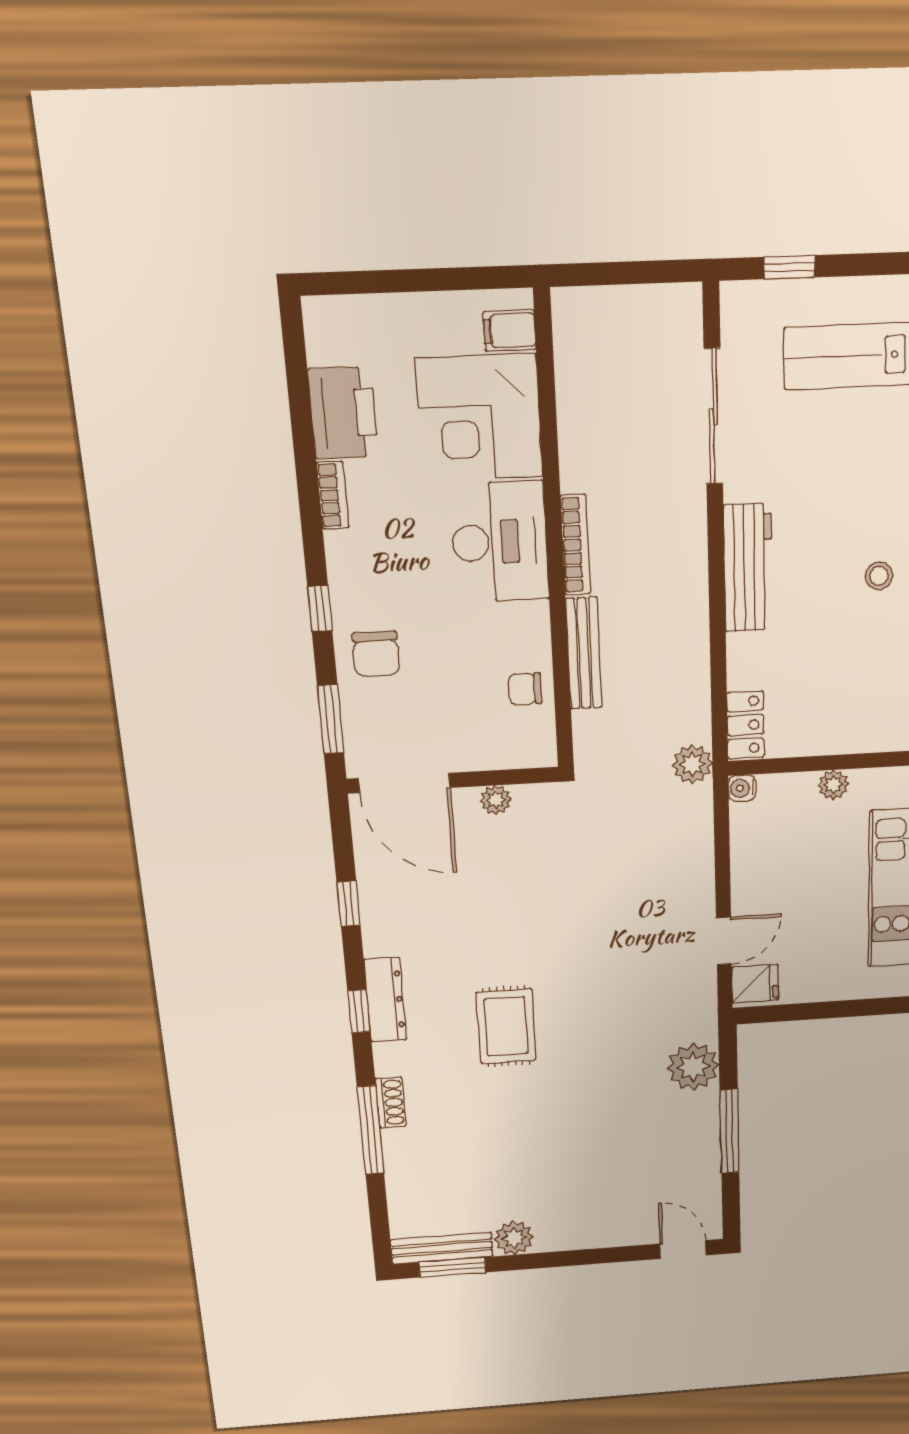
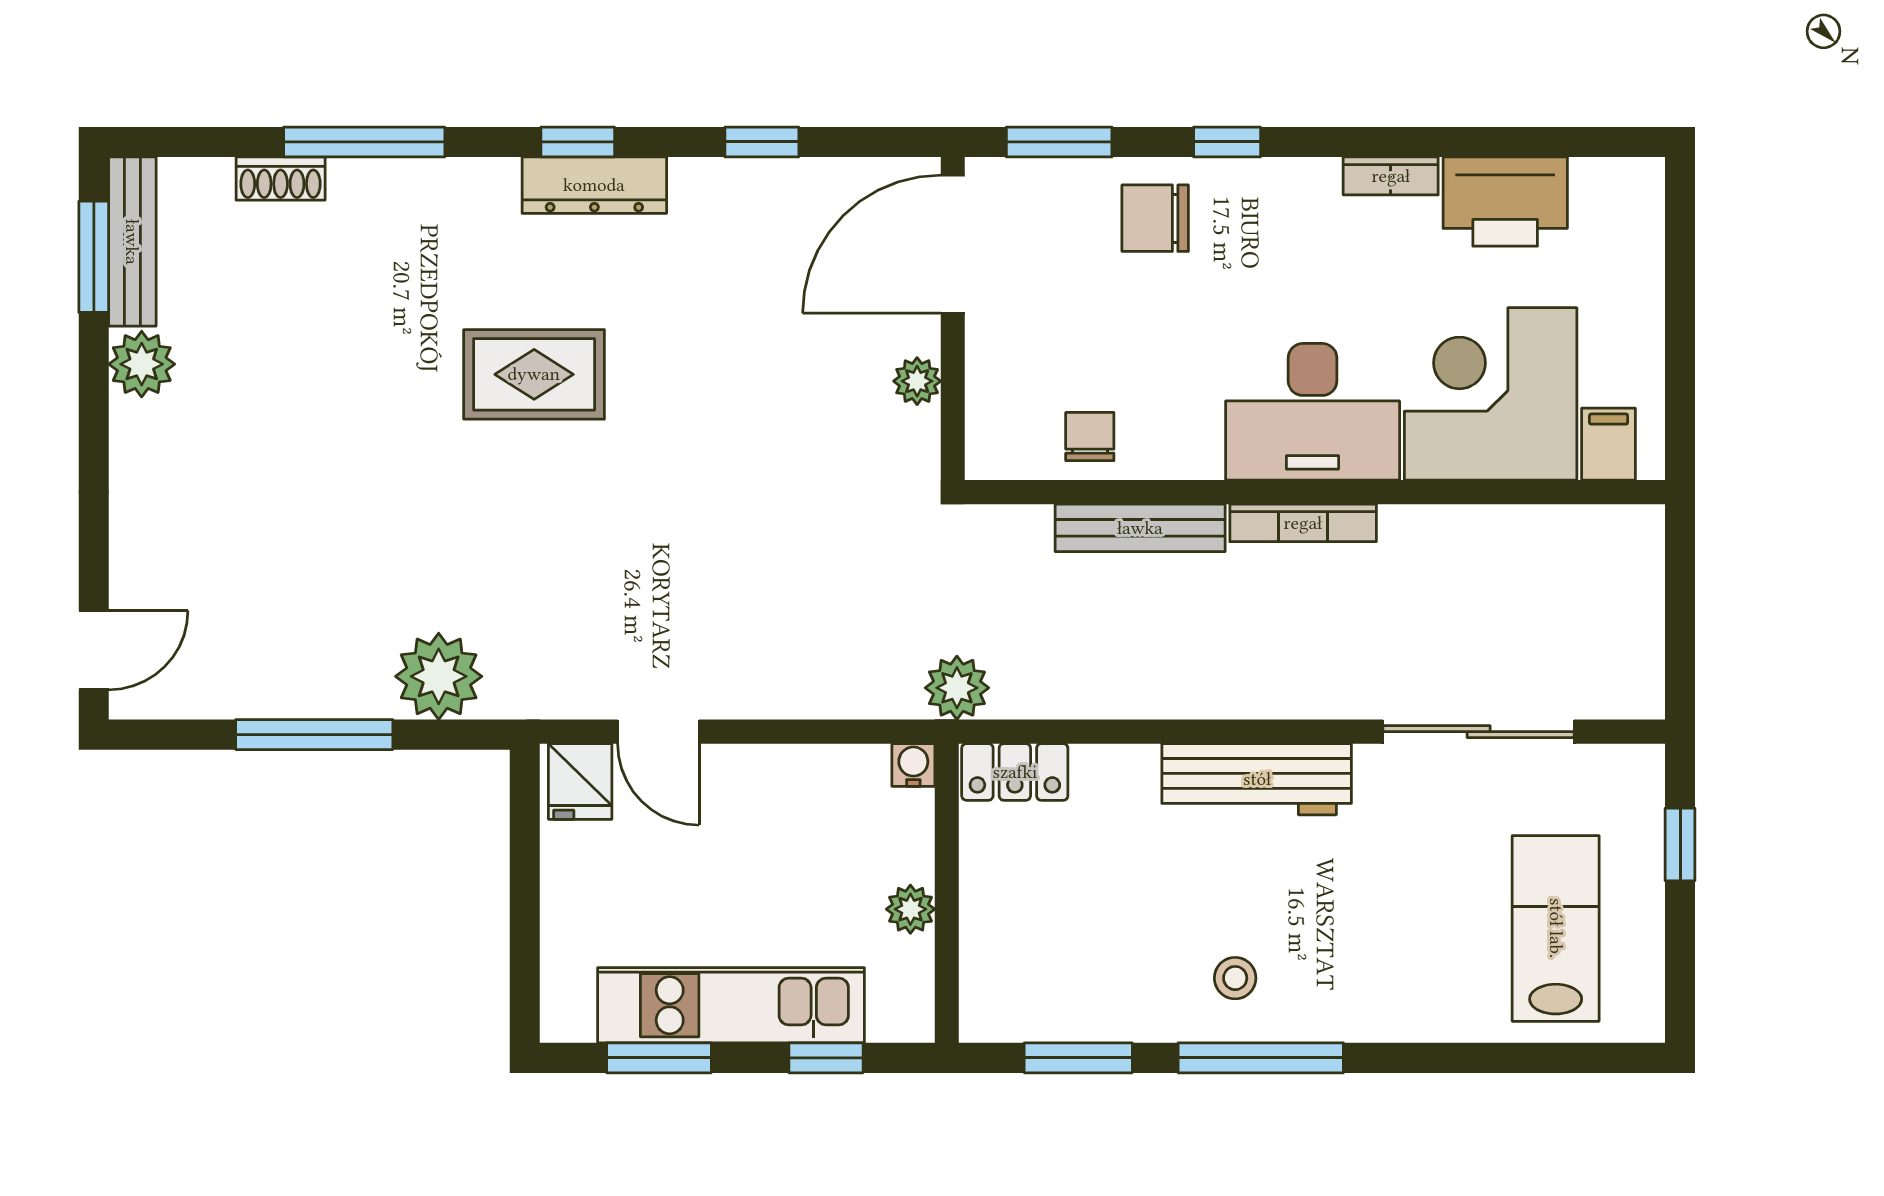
shoe rack: (391, 1103) -> (281, 179), moved

